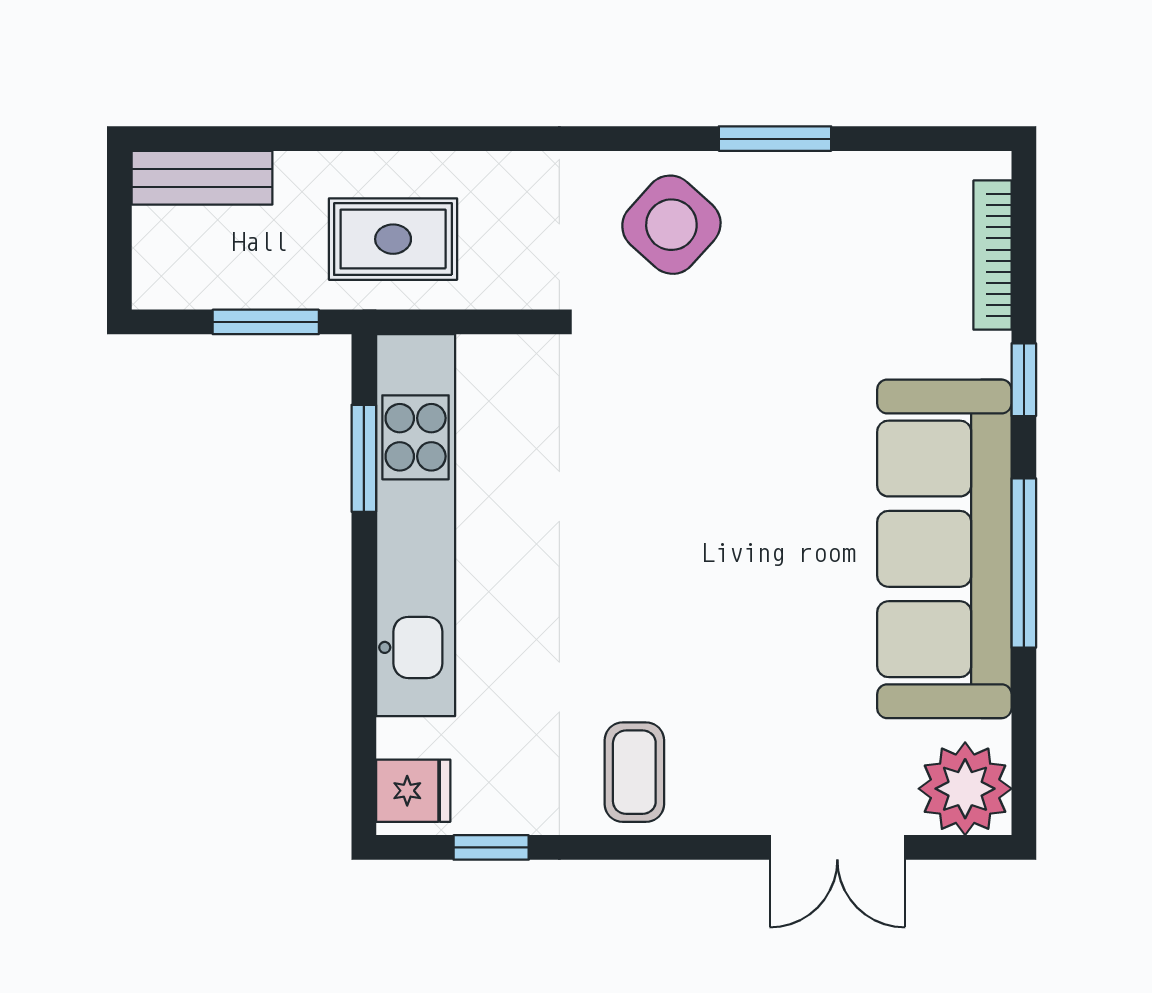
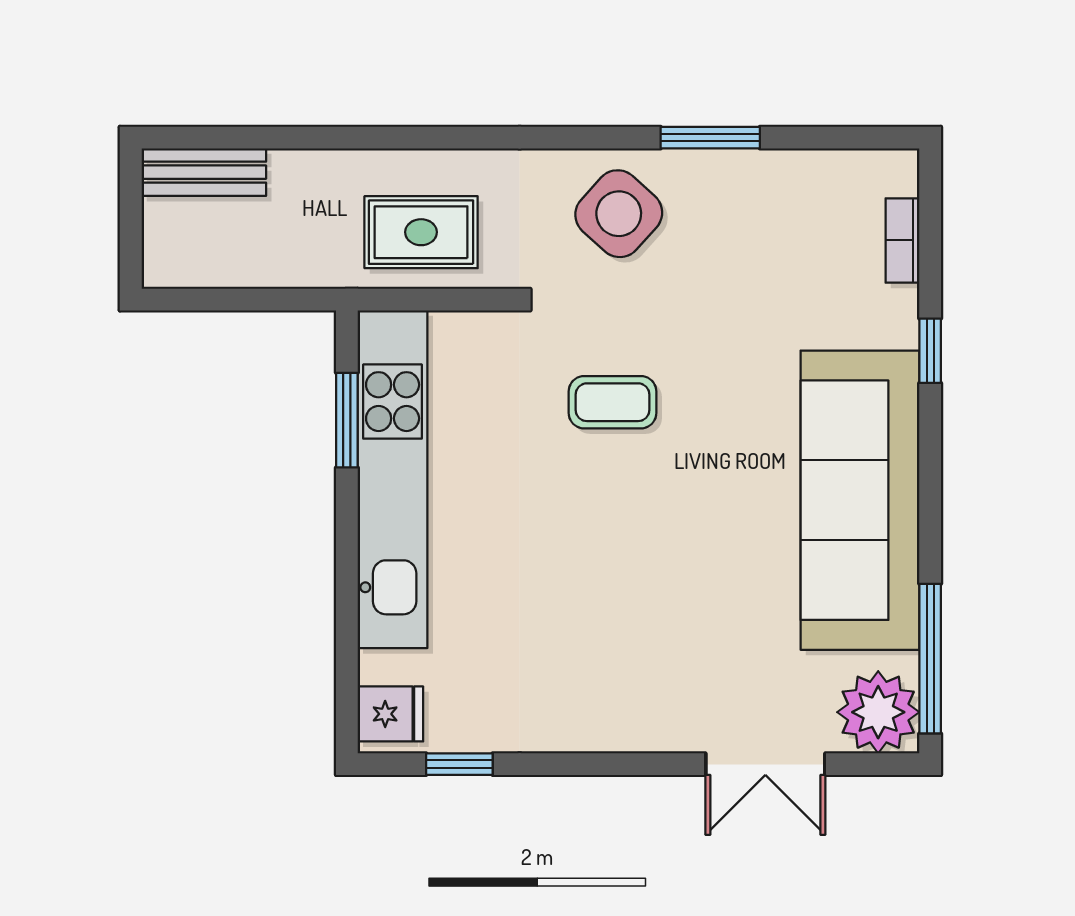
rug: (393, 239) -> (421, 232), moved
bookcase: (992, 255) -> (902, 240), width x0.64
window: (266, 322) -> (260, 300), removed
window: (1024, 563) -> (930, 659), moved
coffee table: (634, 772) -> (612, 402), moved, turned 90

